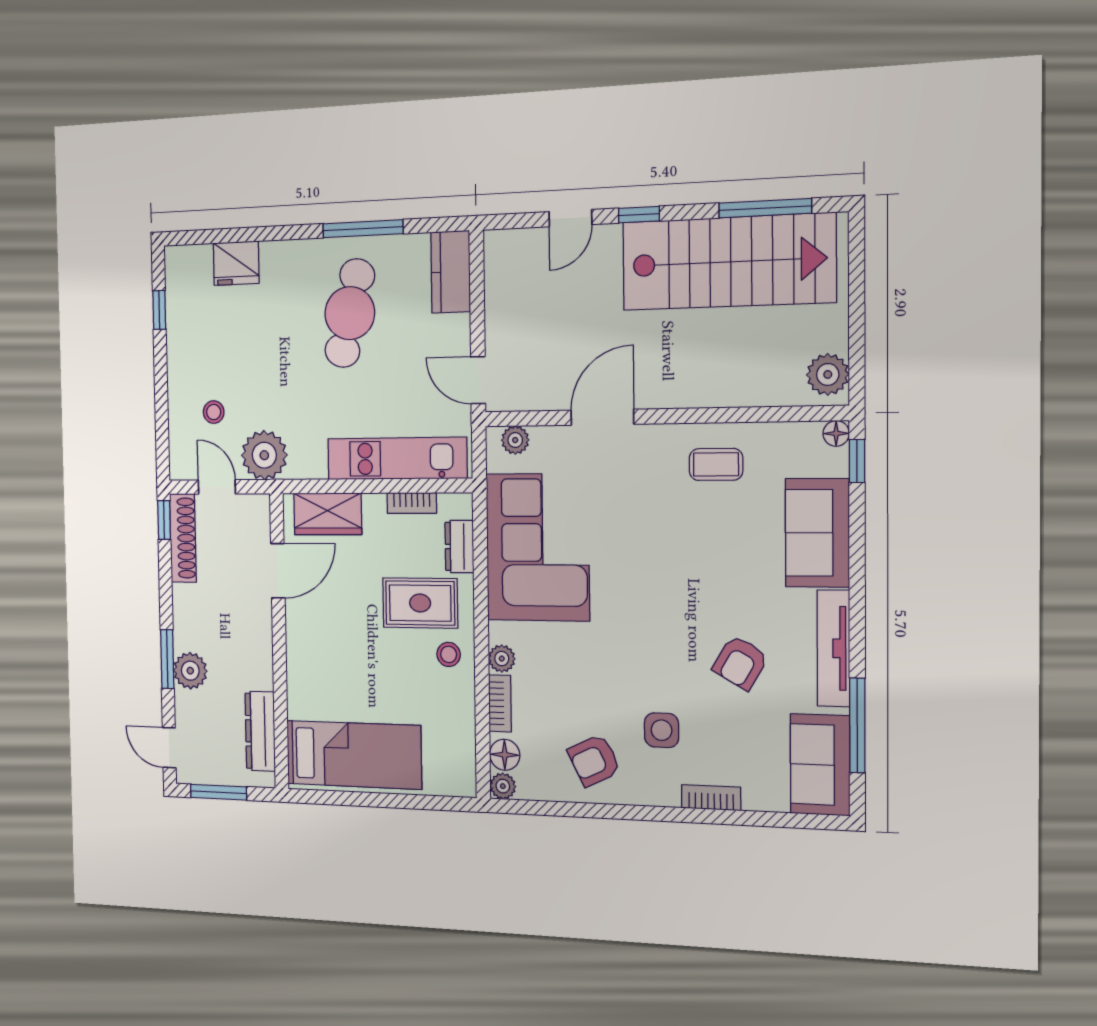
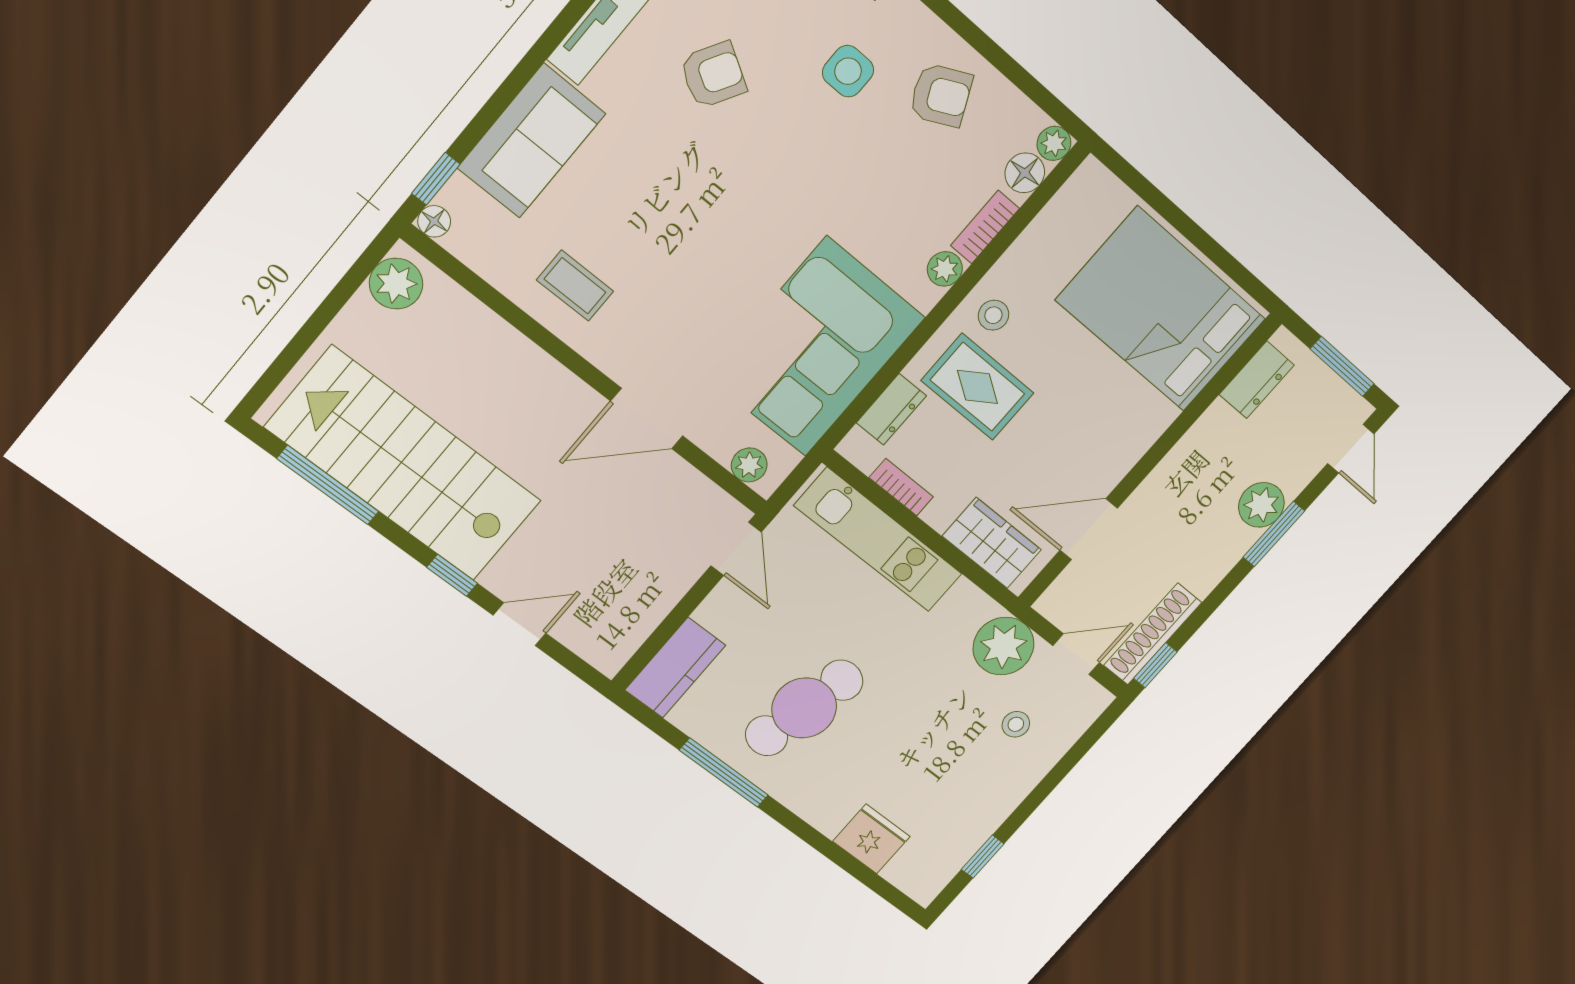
door: (217, 487) -> (1076, 654), swing flipped
dresser: (260, 731) -> (1257, 380), width x0.70
bed: (354, 755) -> (1161, 310), width x1.50

